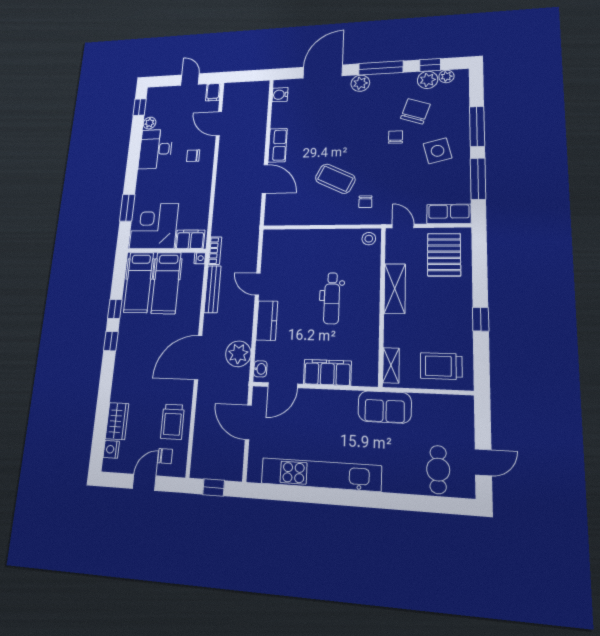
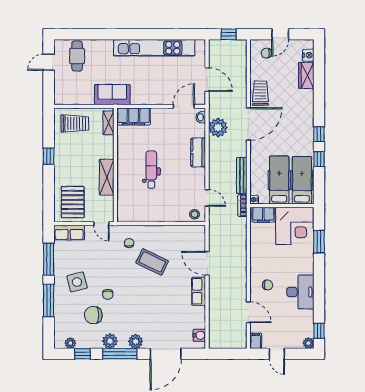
plant: (428, 80) -> (110, 341), moved
chair: (415, 111) -> (93, 315), turned 71
plant: (150, 123) -> (308, 343), moved
stool: (369, 239) -> (195, 214), moved
door: (258, 284) -> (207, 198), moved
filing cabinet: (327, 372) -> (134, 116), moved
trolley: (173, 422) -> (260, 93), moved

